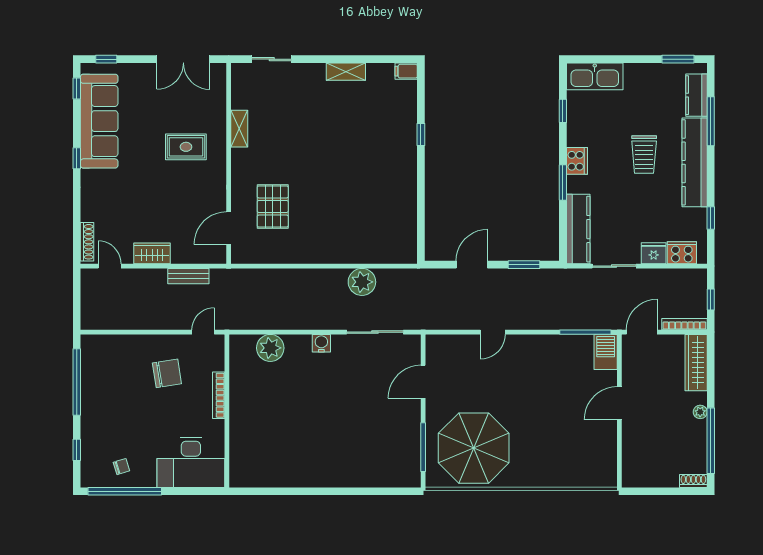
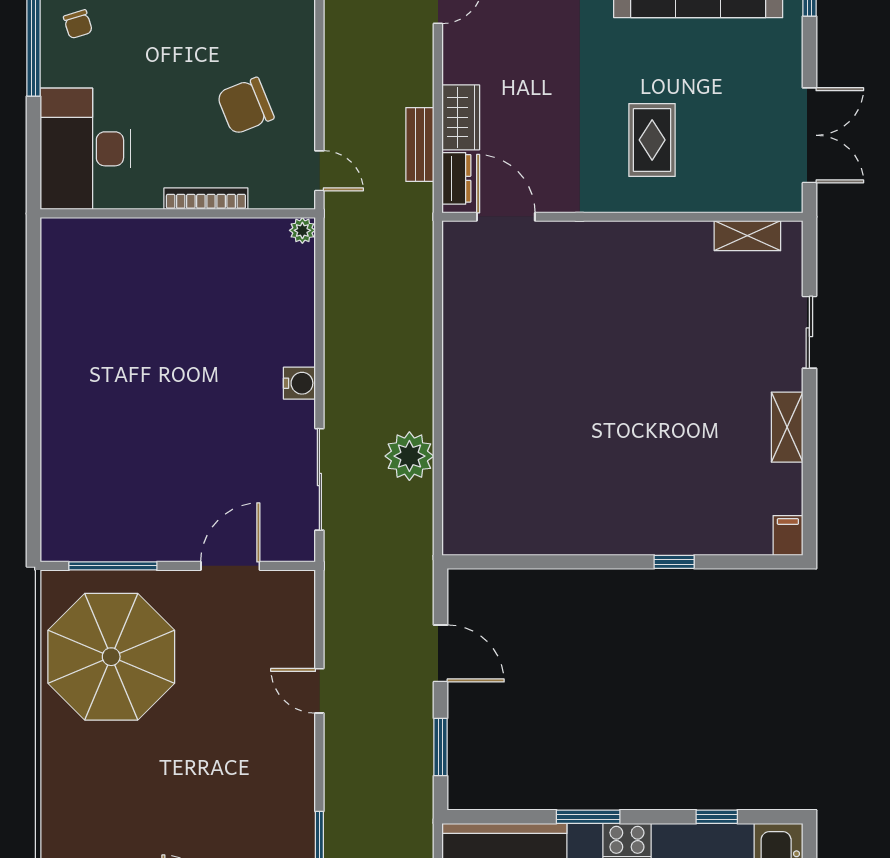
double door: (183, 59) -> (809, 135), swing flipped
sliding door: (272, 59) -> (809, 332), moved
shelving: (239, 129) -> (747, 236), moved
pallet: (273, 206) -> (545, 296), removed
wardrobe: (152, 253) -> (461, 117), moved
dresser: (207, 256) -> (456, 178), added
plant: (270, 348) -> (302, 230), moved, width x0.53, depth x0.53
chair: (167, 373) -> (245, 106), turned 77
door: (423, 382) -> (230, 566), hinge flipped

